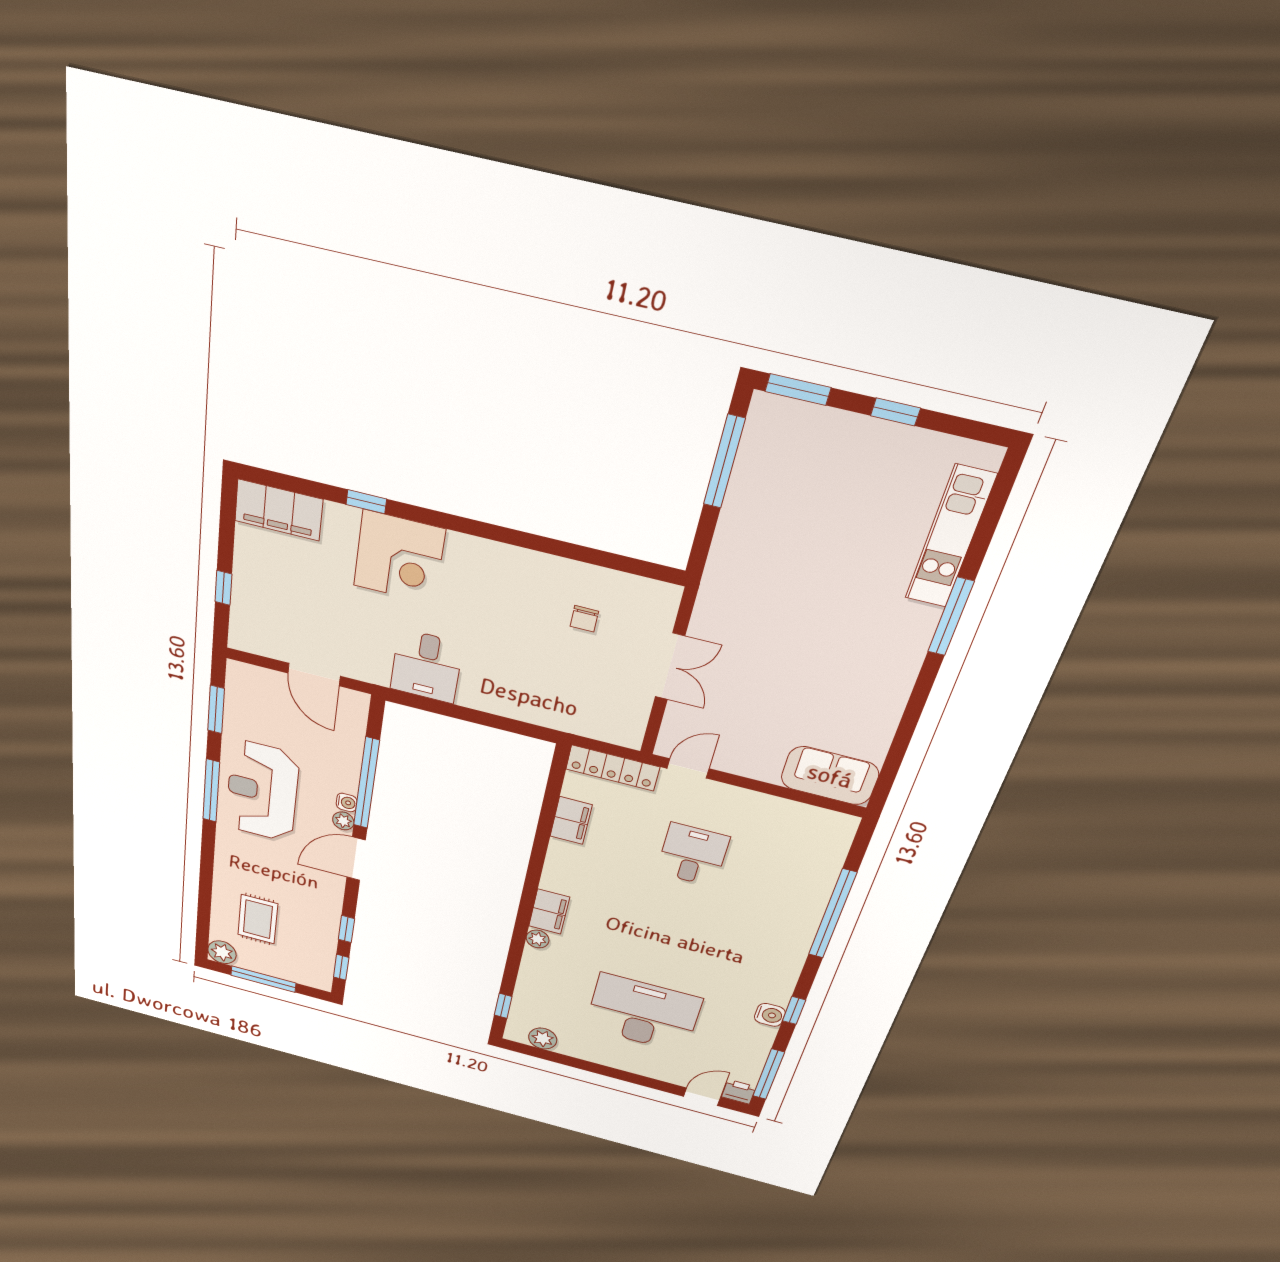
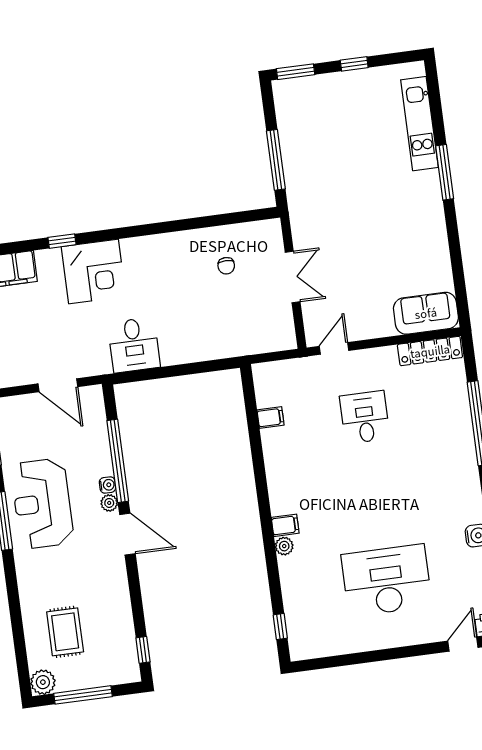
window: (724, 462) -> (276, 160), moved
locker: (613, 768) -> (430, 351), moved
filing cabinet: (571, 820) -> (270, 417), width x0.50
door: (356, 859) -> (128, 534), swing flipped
filing cabinet: (549, 912) -> (285, 525), width x0.50
window: (346, 929) -> (137, 608), removed
plant: (543, 1039) -> (321, 646), removed

